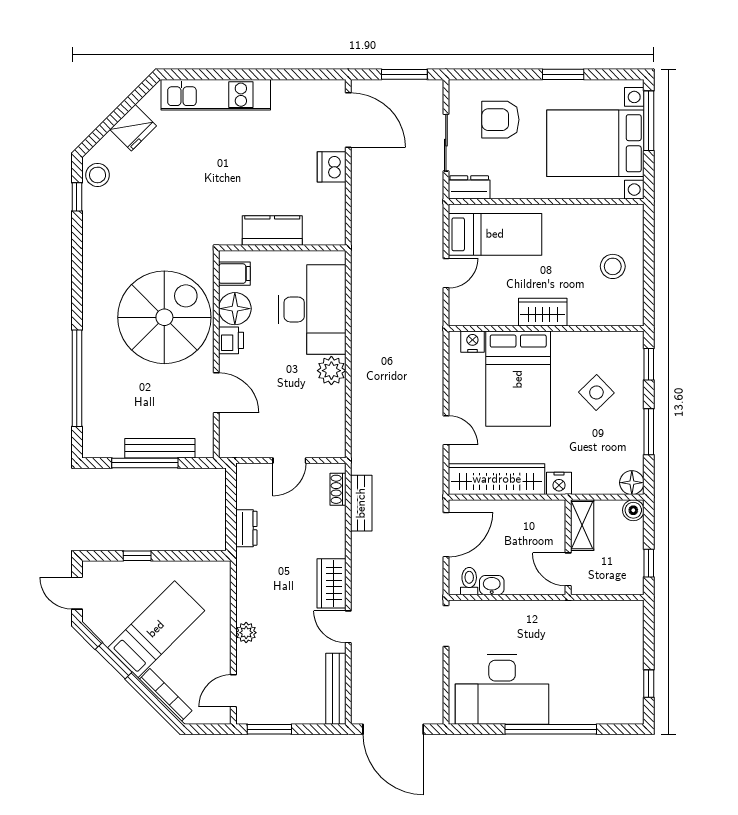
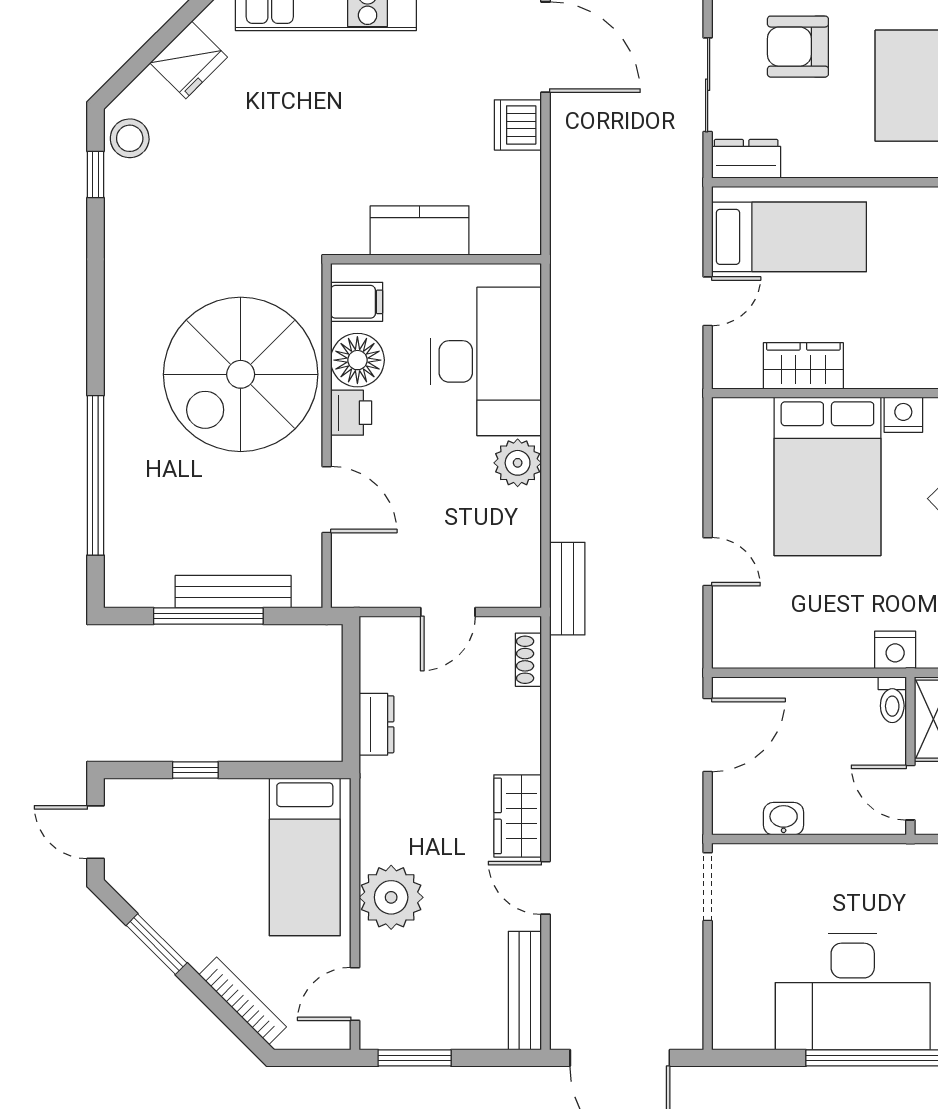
wardrobe: (543, 312) -> (803, 366), moved
spiral stairs: (164, 317) -> (241, 374), turned 180
nightstand: (472, 342) -> (903, 415), moved
wardrobe: (497, 479) -> (792, 643), removed
bench: (361, 503) -> (567, 589), moved
toilet: (469, 581) -> (892, 700), moved, turned 180
bed: (156, 629) -> (305, 857), moved, turned 135
plant: (246, 633) -> (391, 897), width x1.88, depth x1.88
desk: (502, 690) -> (853, 992), moved

